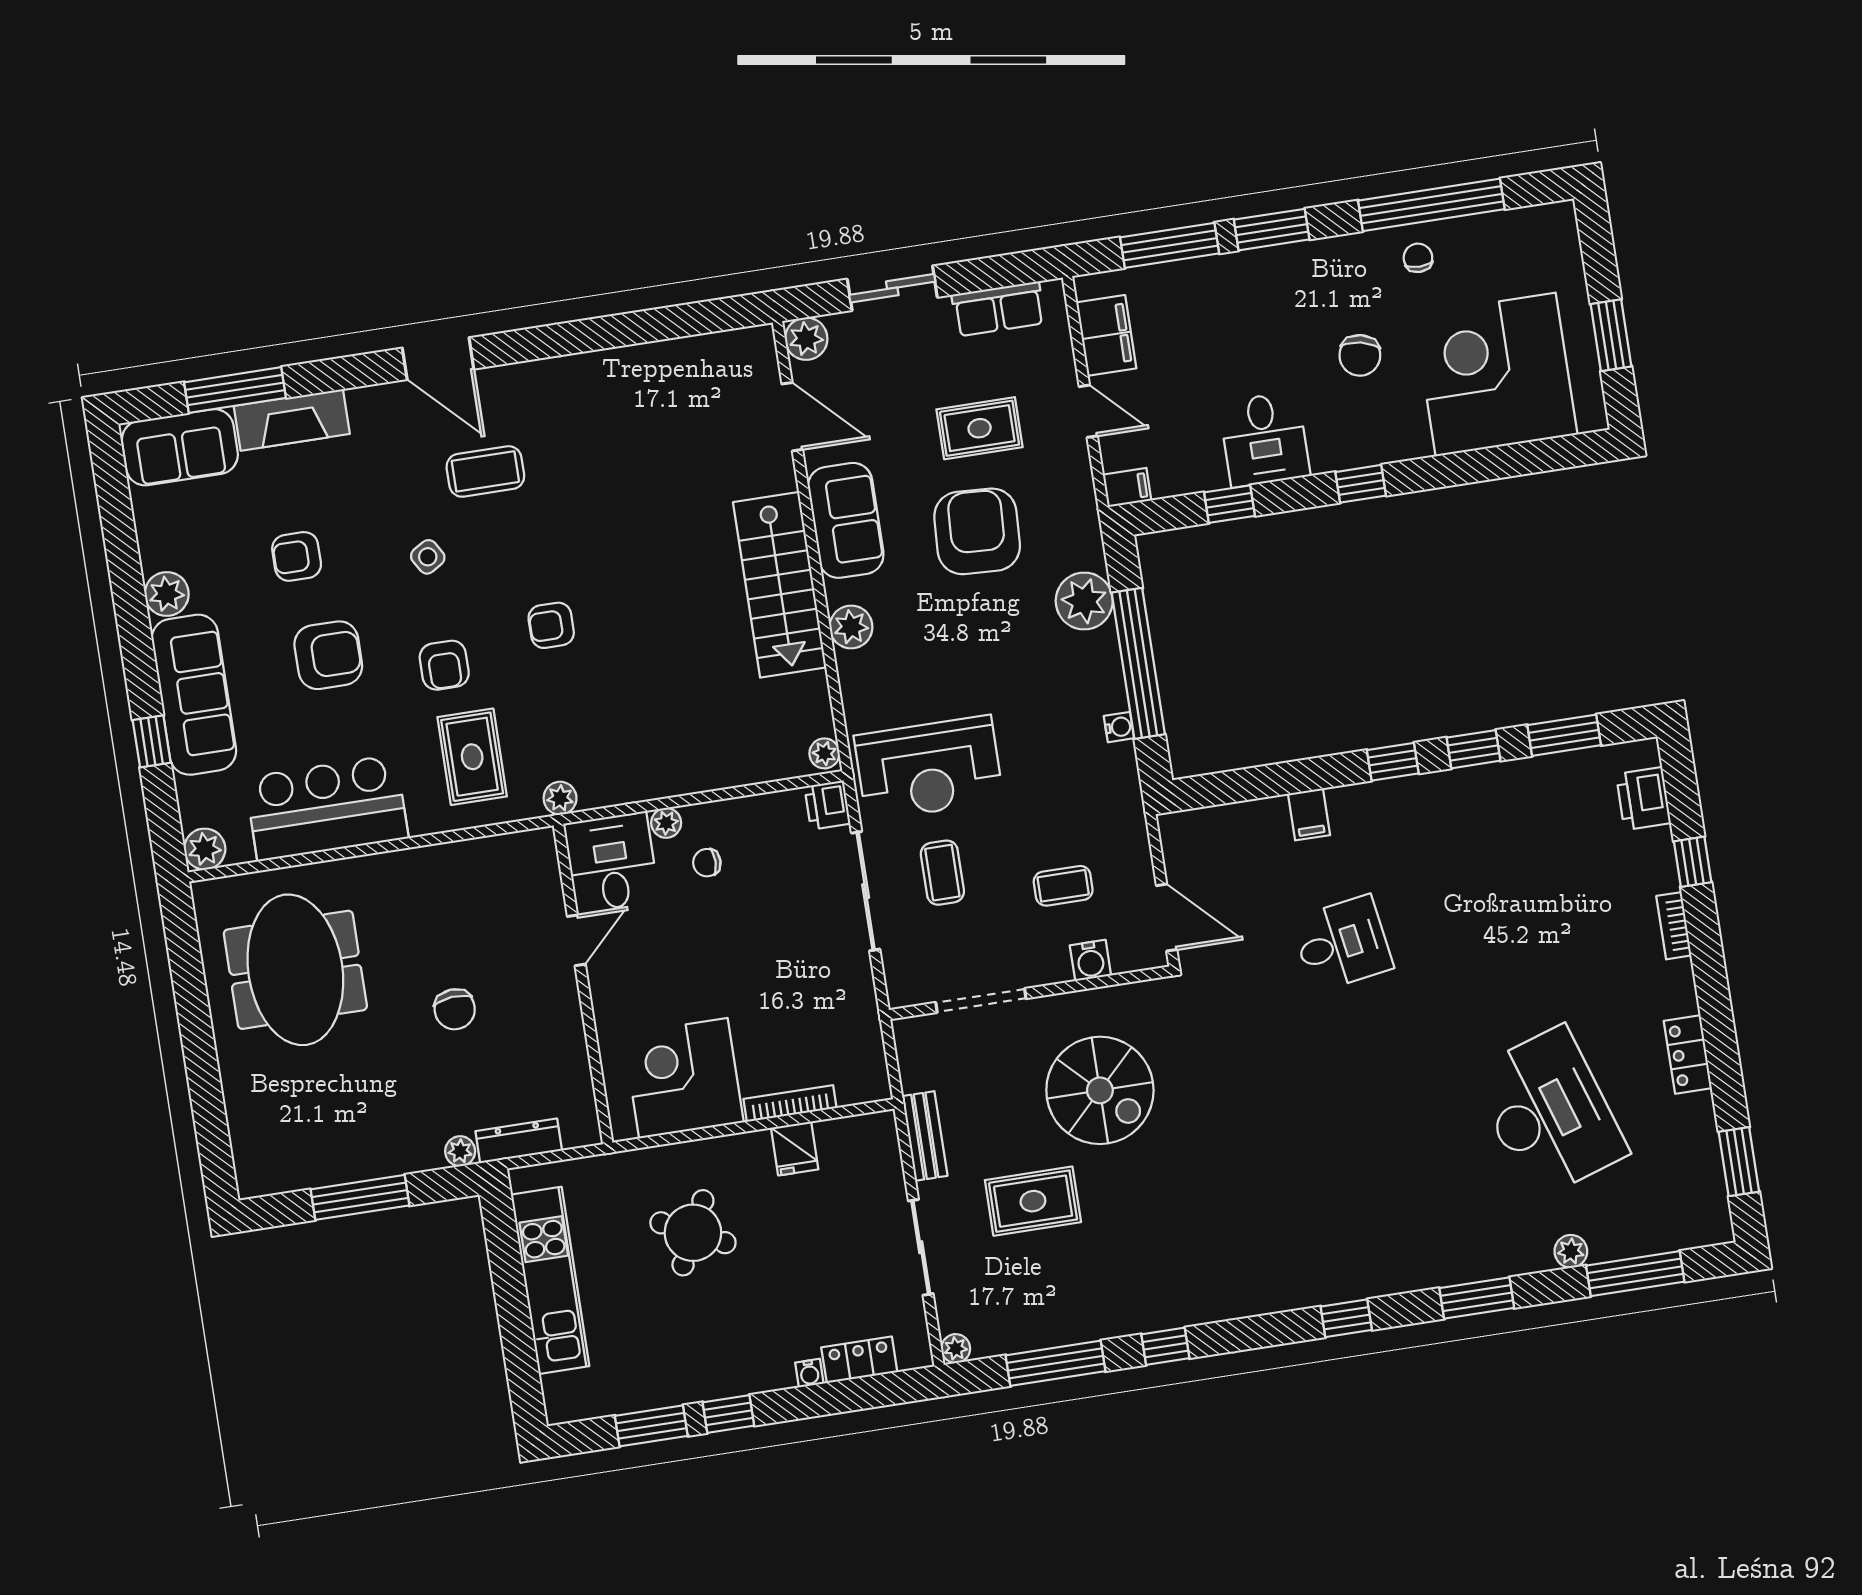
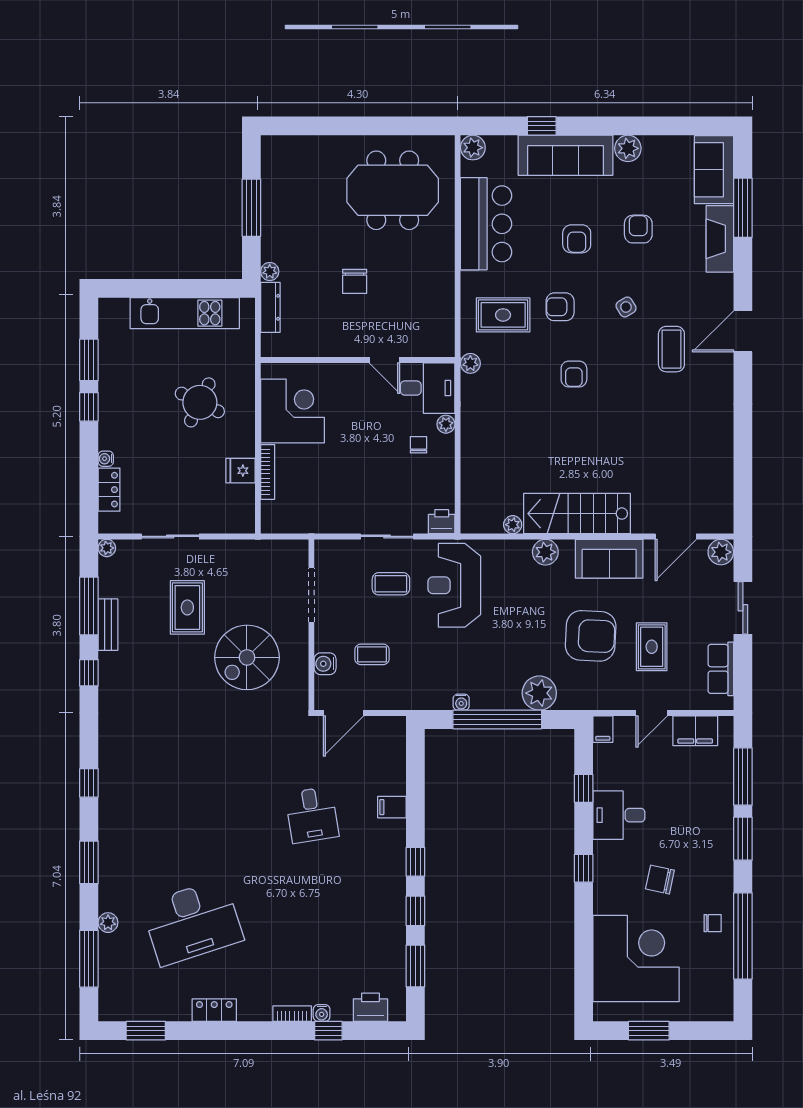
armchair: (551, 625) -> (574, 374), turned 180
armchair: (328, 655) -> (577, 239), width x0.72, depth x0.72
plant: (824, 753) -> (513, 525), moved
water cooler: (1665, 877) -> (322, 1013), added
coffee table: (1063, 886) -> (372, 654), turned 90
sliding door: (866, 891) -> (387, 536), width x0.73
chair: (455, 1009) -> (355, 281), turned -85
bench: (925, 1136) -> (108, 625), moved, turned 90

